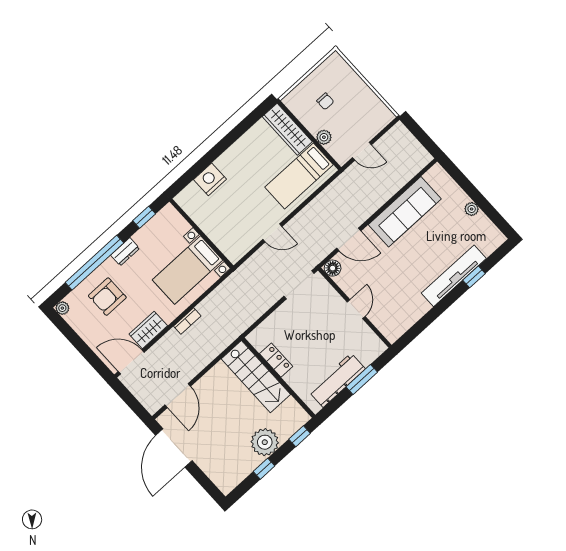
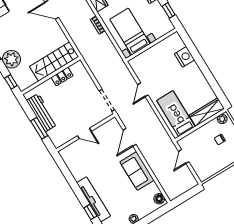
plant: (324, 137) -> (222, 119), moved
sofa: (405, 212) -> (137, 171), width x0.73
floor lamp: (333, 268) -> (159, 199), moved

